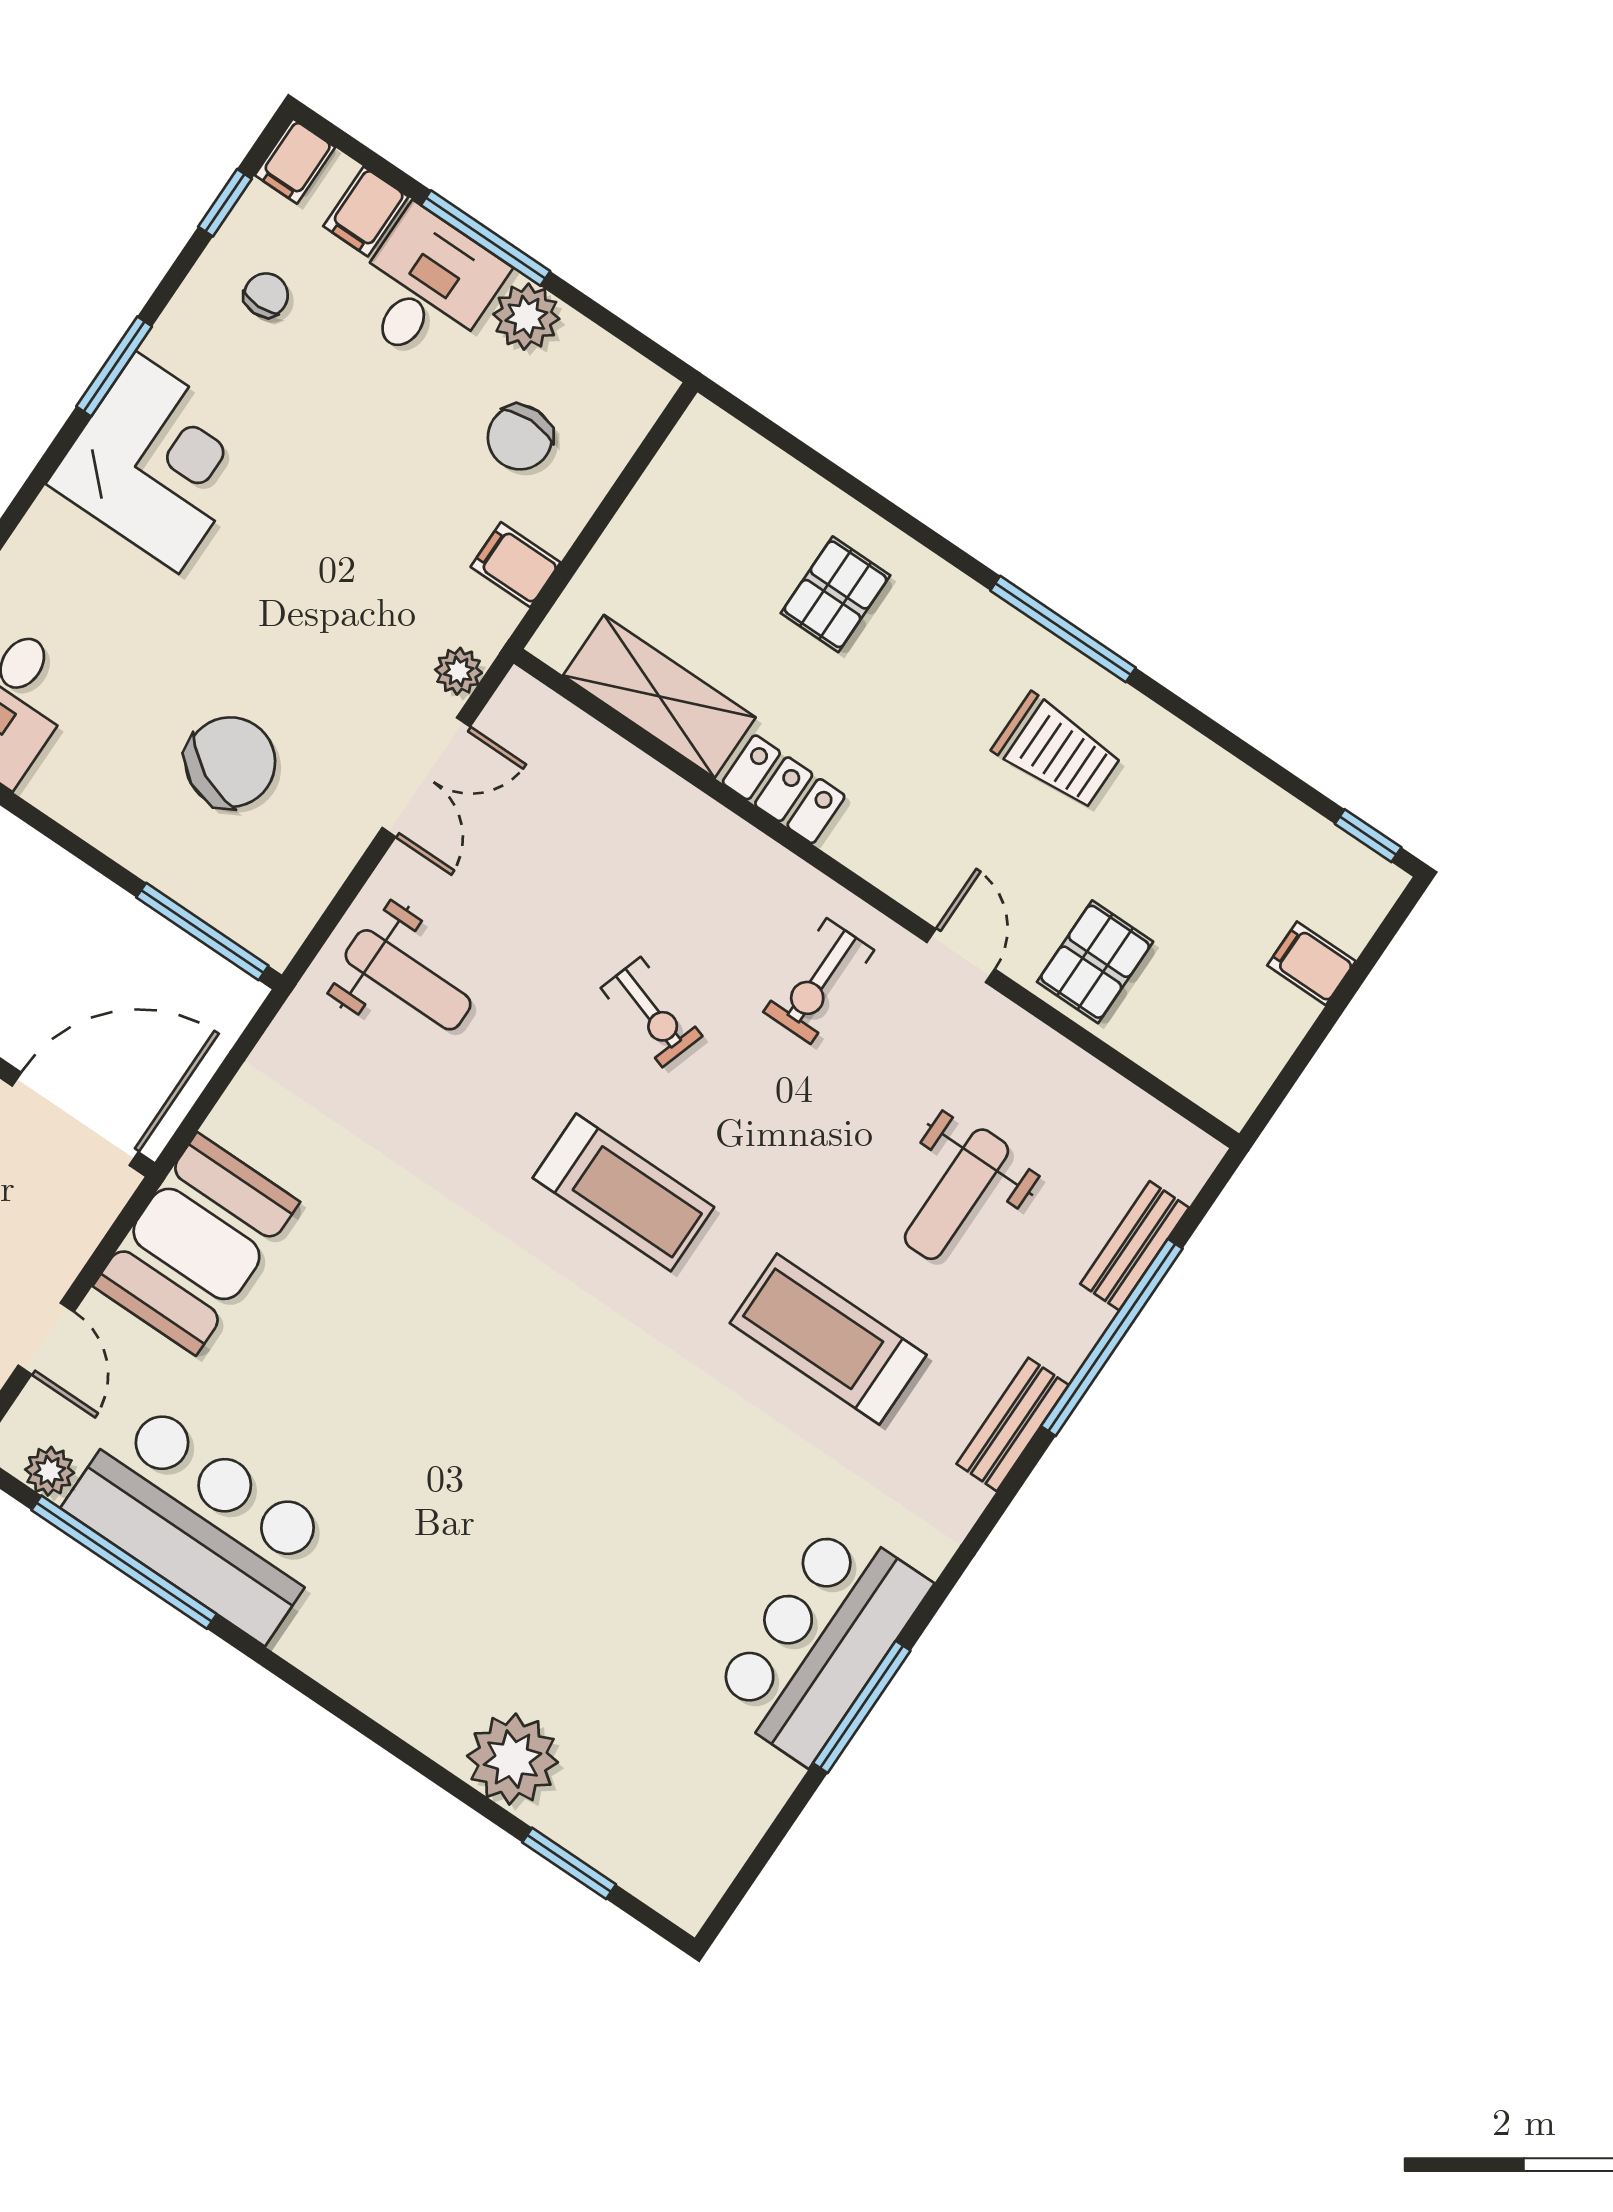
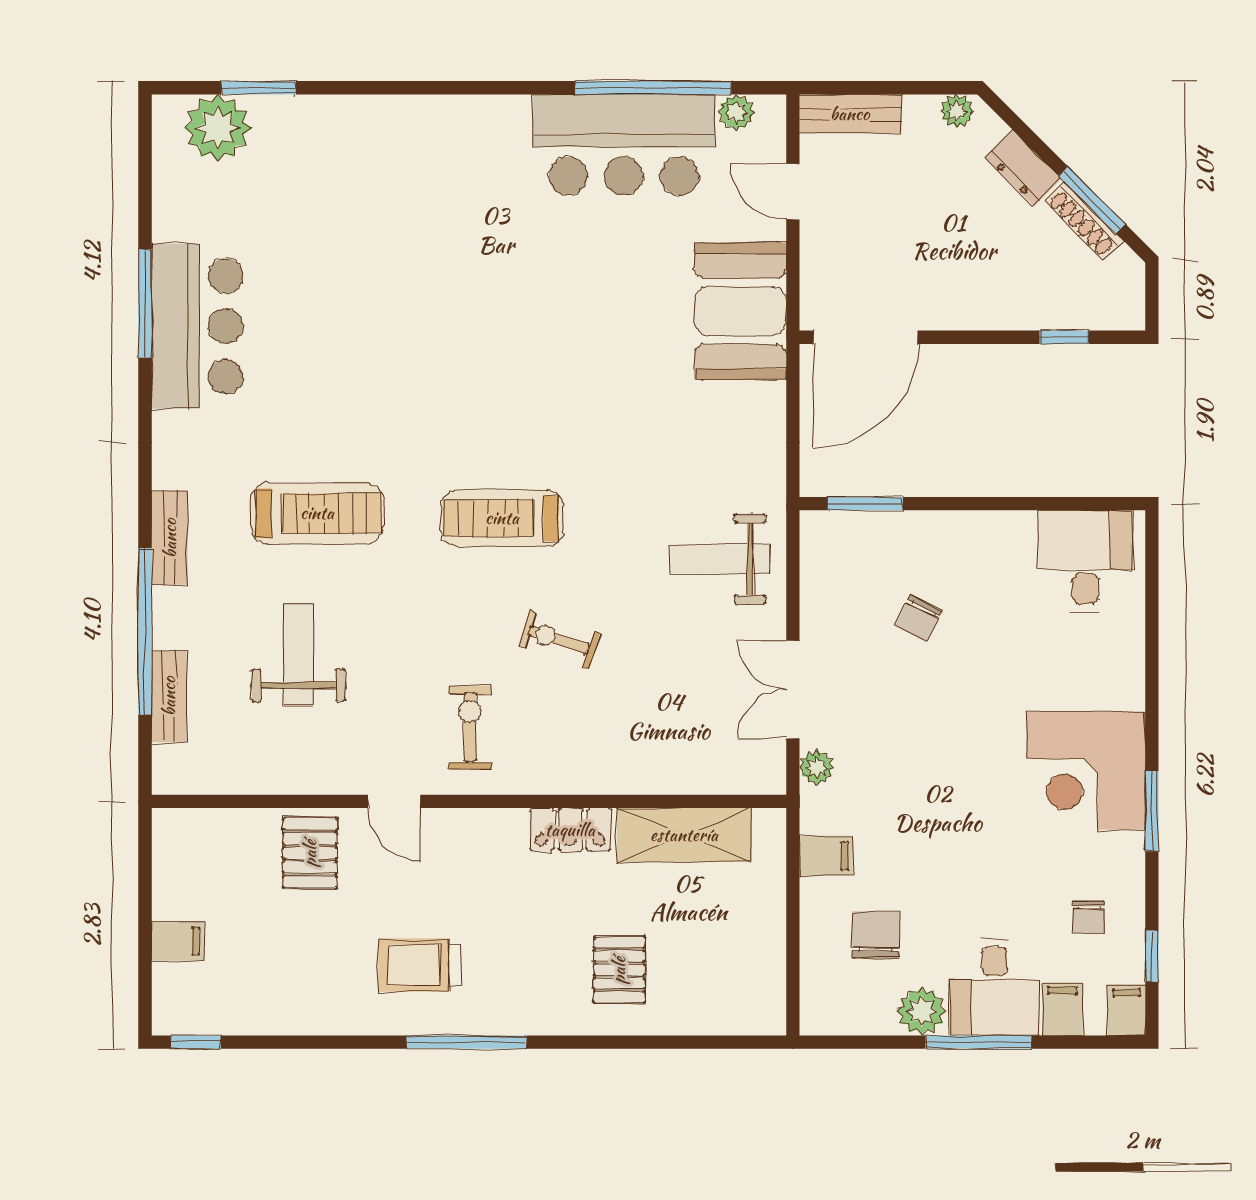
chair: (230, 762) -> (918, 618), width x0.54, depth x0.54
window: (202, 931) -> (865, 504), width x0.69
plant: (513, 1759) -> (217, 128), moved

